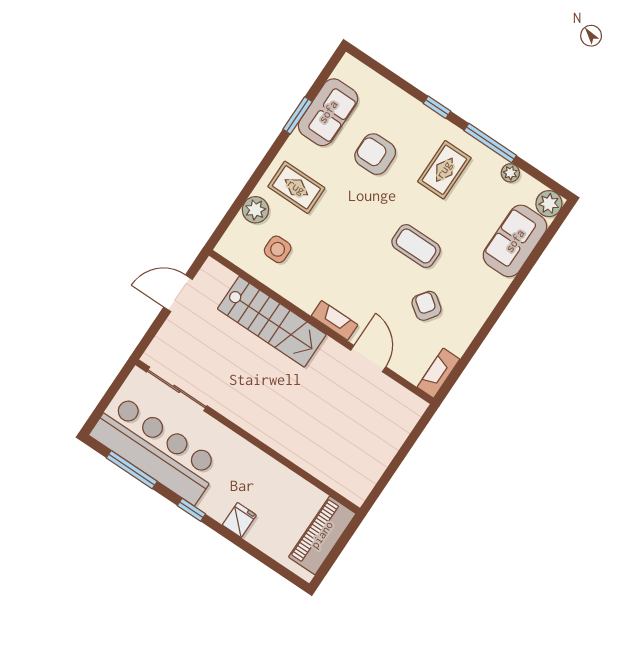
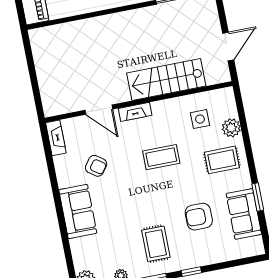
armchair: (375, 154) -> (199, 217), turned 180
sofa: (515, 241) -> (78, 211), moved
coffee table: (416, 246) -> (161, 157), moved

